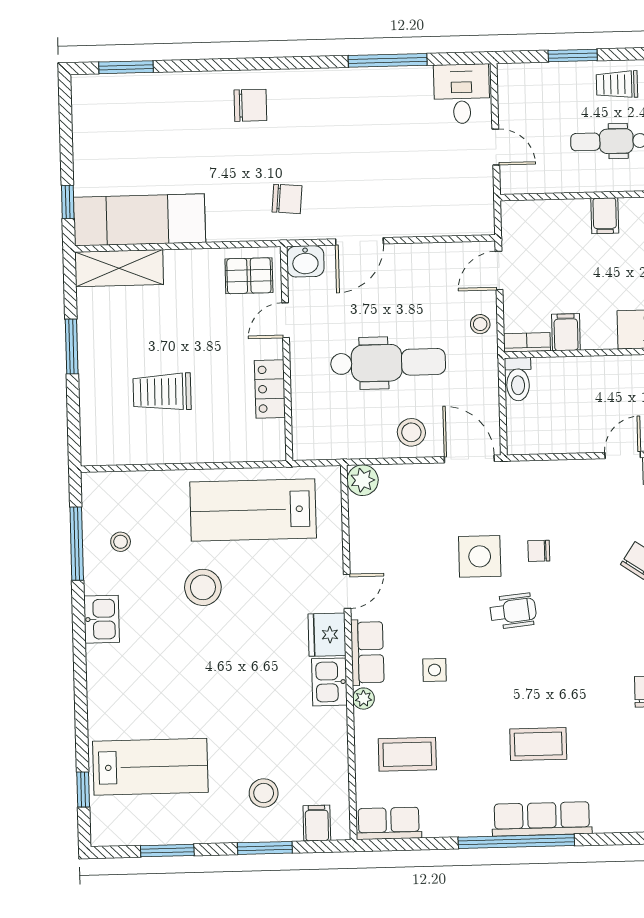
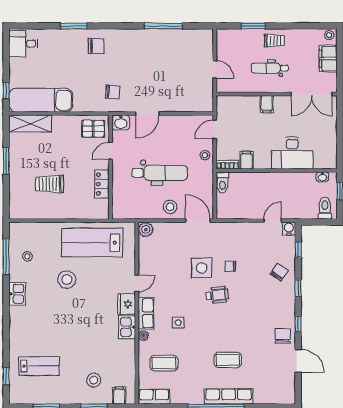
window: (126, 67) -> (74, 26), moved
trolley: (617, 84) -> (274, 41), turned 180
desk: (462, 94) -> (23, 44), moved, turned -90
lab bench: (150, 767) -> (39, 366), width x0.73, depth x0.72

